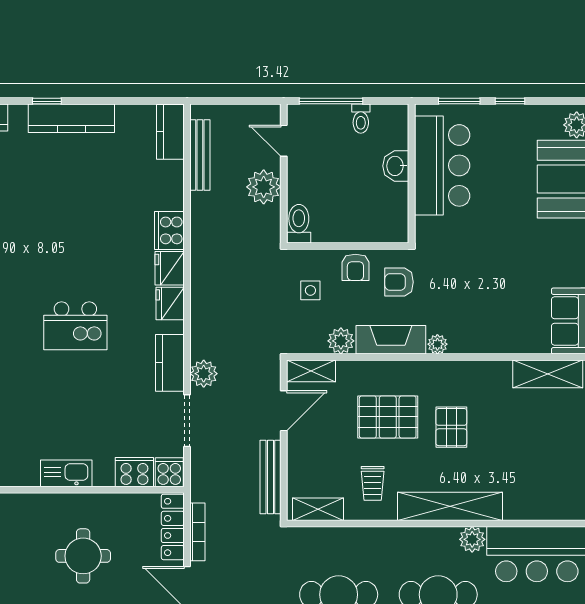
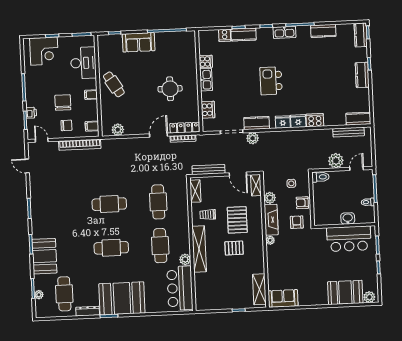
kitchen counter: (71, 118) -> (362, 75), width x0.67
cooker: (169, 472) -> (206, 61), moved

